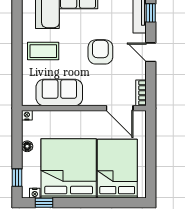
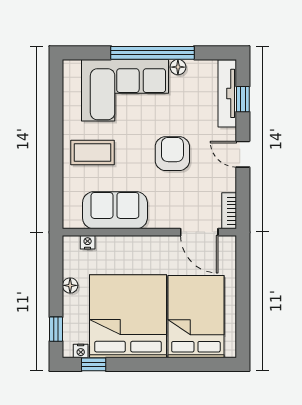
nightstand: (27, 115) -> (88, 242), moved

